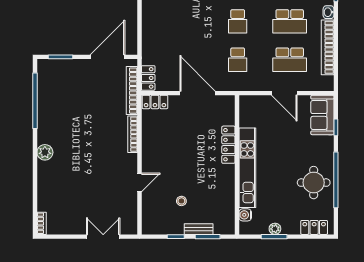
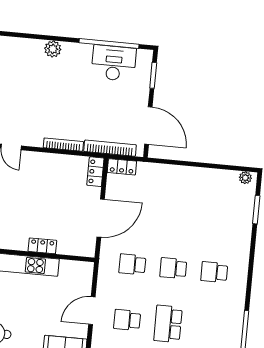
school desk: (290, 60) -> (127, 320), width x0.54
desk: (53, 95) -> (114, 63), added
locker: (228, 145) -> (42, 246), width x0.66

